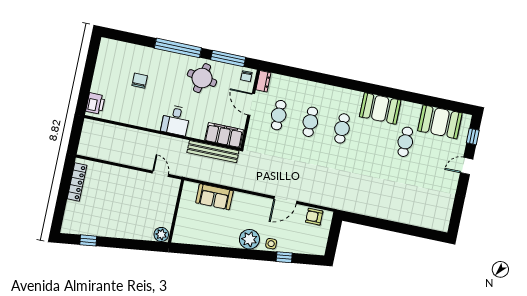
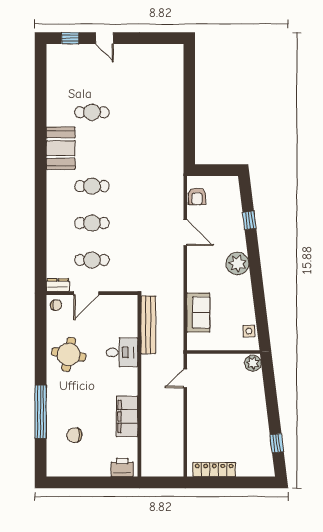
window: (178, 48) -> (41, 412), moved
window: (228, 59) -> (41, 330), removed
chair: (140, 81) -> (74, 435), moved
desk: (176, 120) -> (122, 352), moved
booth: (440, 122) -> (62, 78), removed
filing cabinet: (224, 135) -> (127, 416), moved
side table: (271, 244) -> (249, 331), moved

